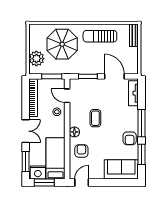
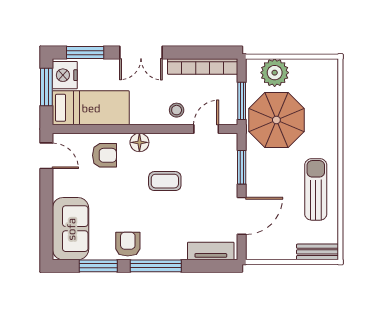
parasol: (62, 44) -> (276, 120), moved
armchair: (130, 138) -> (128, 244), turned 90

